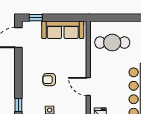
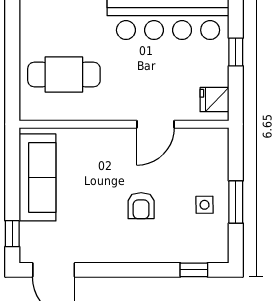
cafe table: (112, 43) -> (64, 75), turned 90

